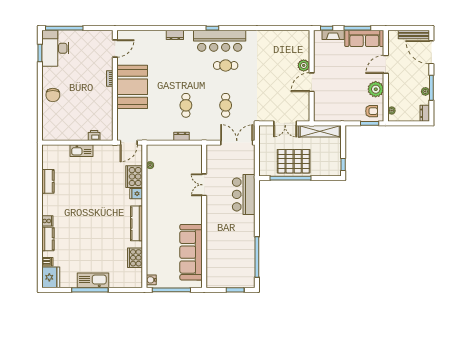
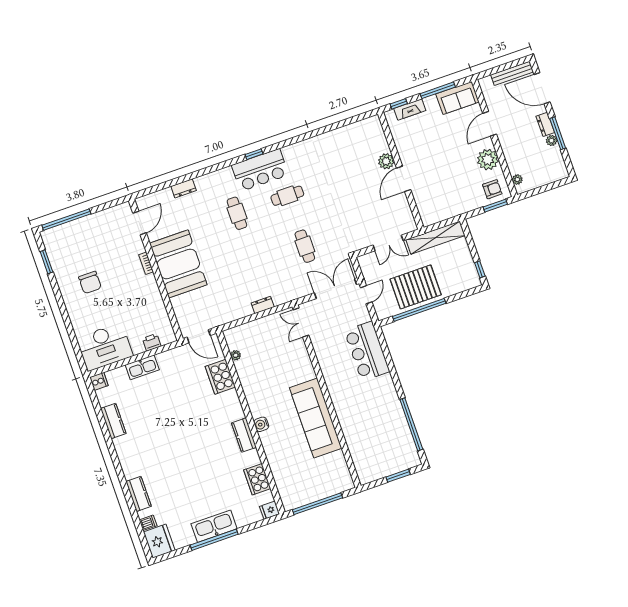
dresser: (175, 35) -> (184, 188), moved
sofa: (364, 38) -> (457, 98), width x0.73
bar counter: (220, 41) -> (260, 170), width x0.73
desk: (55, 48) -> (105, 347), moved, turned -90
chair: (53, 95) -> (90, 282), moved
cafe table: (186, 105) -> (237, 213), moved
dresser: (425, 113) -> (545, 124), moved
door: (129, 143) -> (199, 336), hinge flipped
door: (257, 155) -> (366, 295), added
double door: (204, 185) -> (301, 323), moved
fridge: (136, 194) -> (270, 510), moved
cooker: (47, 221) -> (99, 381), moved
kitchen counter: (136, 223) -> (244, 435), width x0.67
sofa: (191, 252) -> (316, 418), moved
water cooler: (151, 280) -> (261, 424), moved

